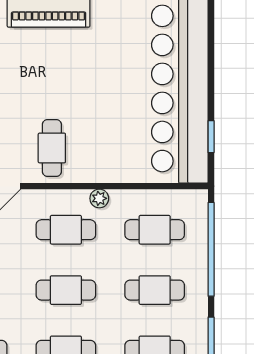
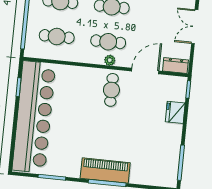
plant: (99, 198) -> (110, 60), moved

